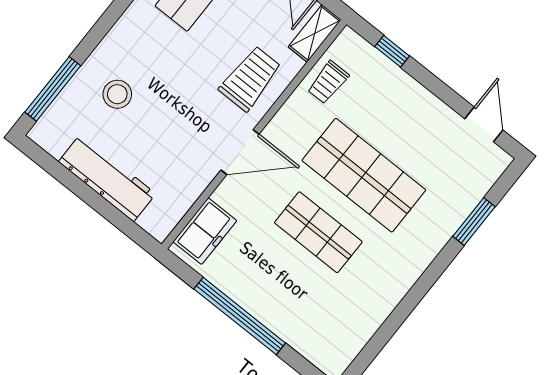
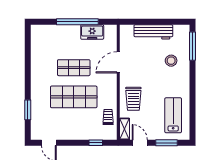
door: (240, 152) -> (118, 62), moved
freezer: (205, 231) -> (92, 32), moved, turned -90

